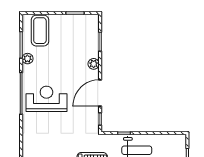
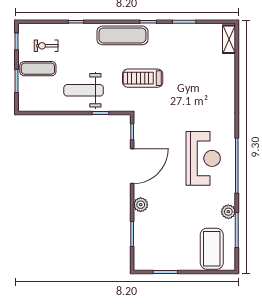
reception desk: (46, 99) -> (203, 158), turned -90

